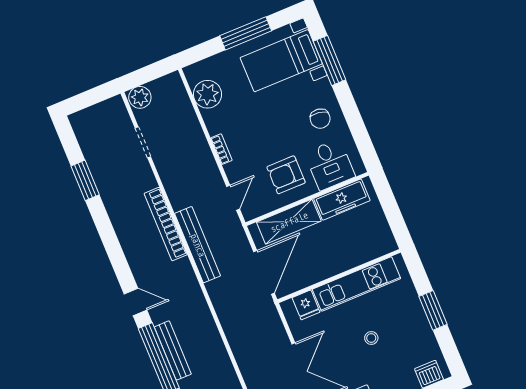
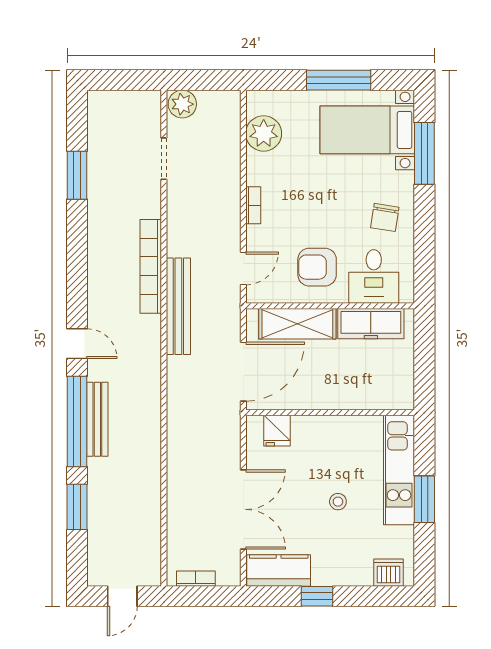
kitchen unit: (356, 284) -> (399, 470), moved, turned 90

